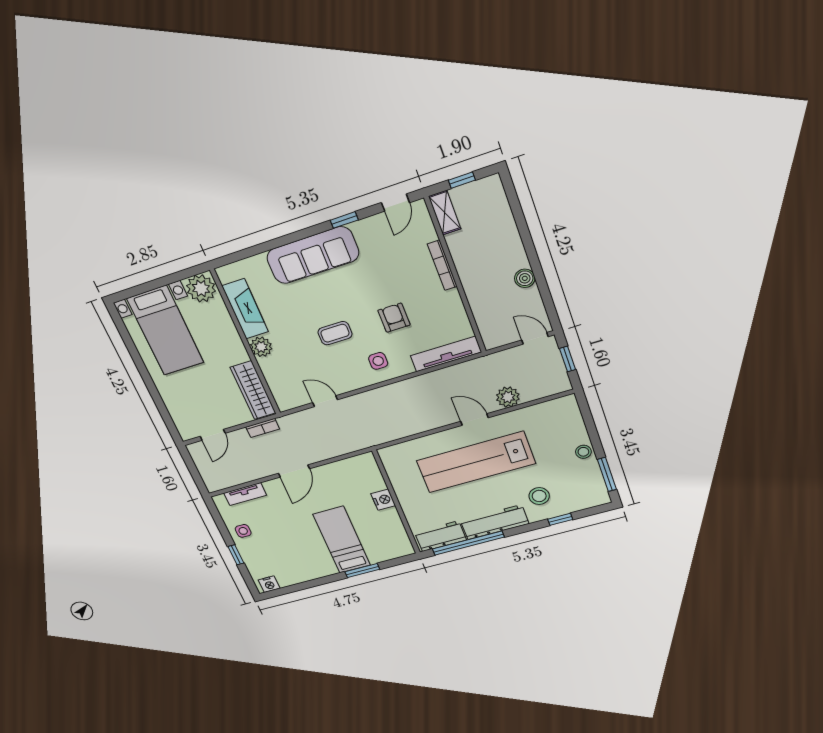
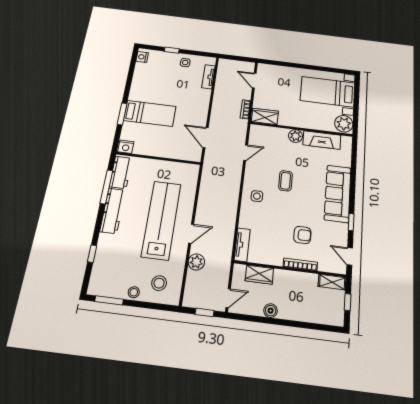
wardrobe: (484, 312) -> (259, 275), added
armchair: (394, 318) -> (302, 235), moved
tv unit: (446, 354) -> (242, 245), width x0.71
wardrobe: (253, 390) -> (265, 116), width x0.67
door: (294, 471) -> (206, 138), moved
stool: (539, 496) -> (159, 283), moved
nightstand: (383, 500) -> (126, 147), moved
window: (468, 543) -> (106, 187), width x0.68

